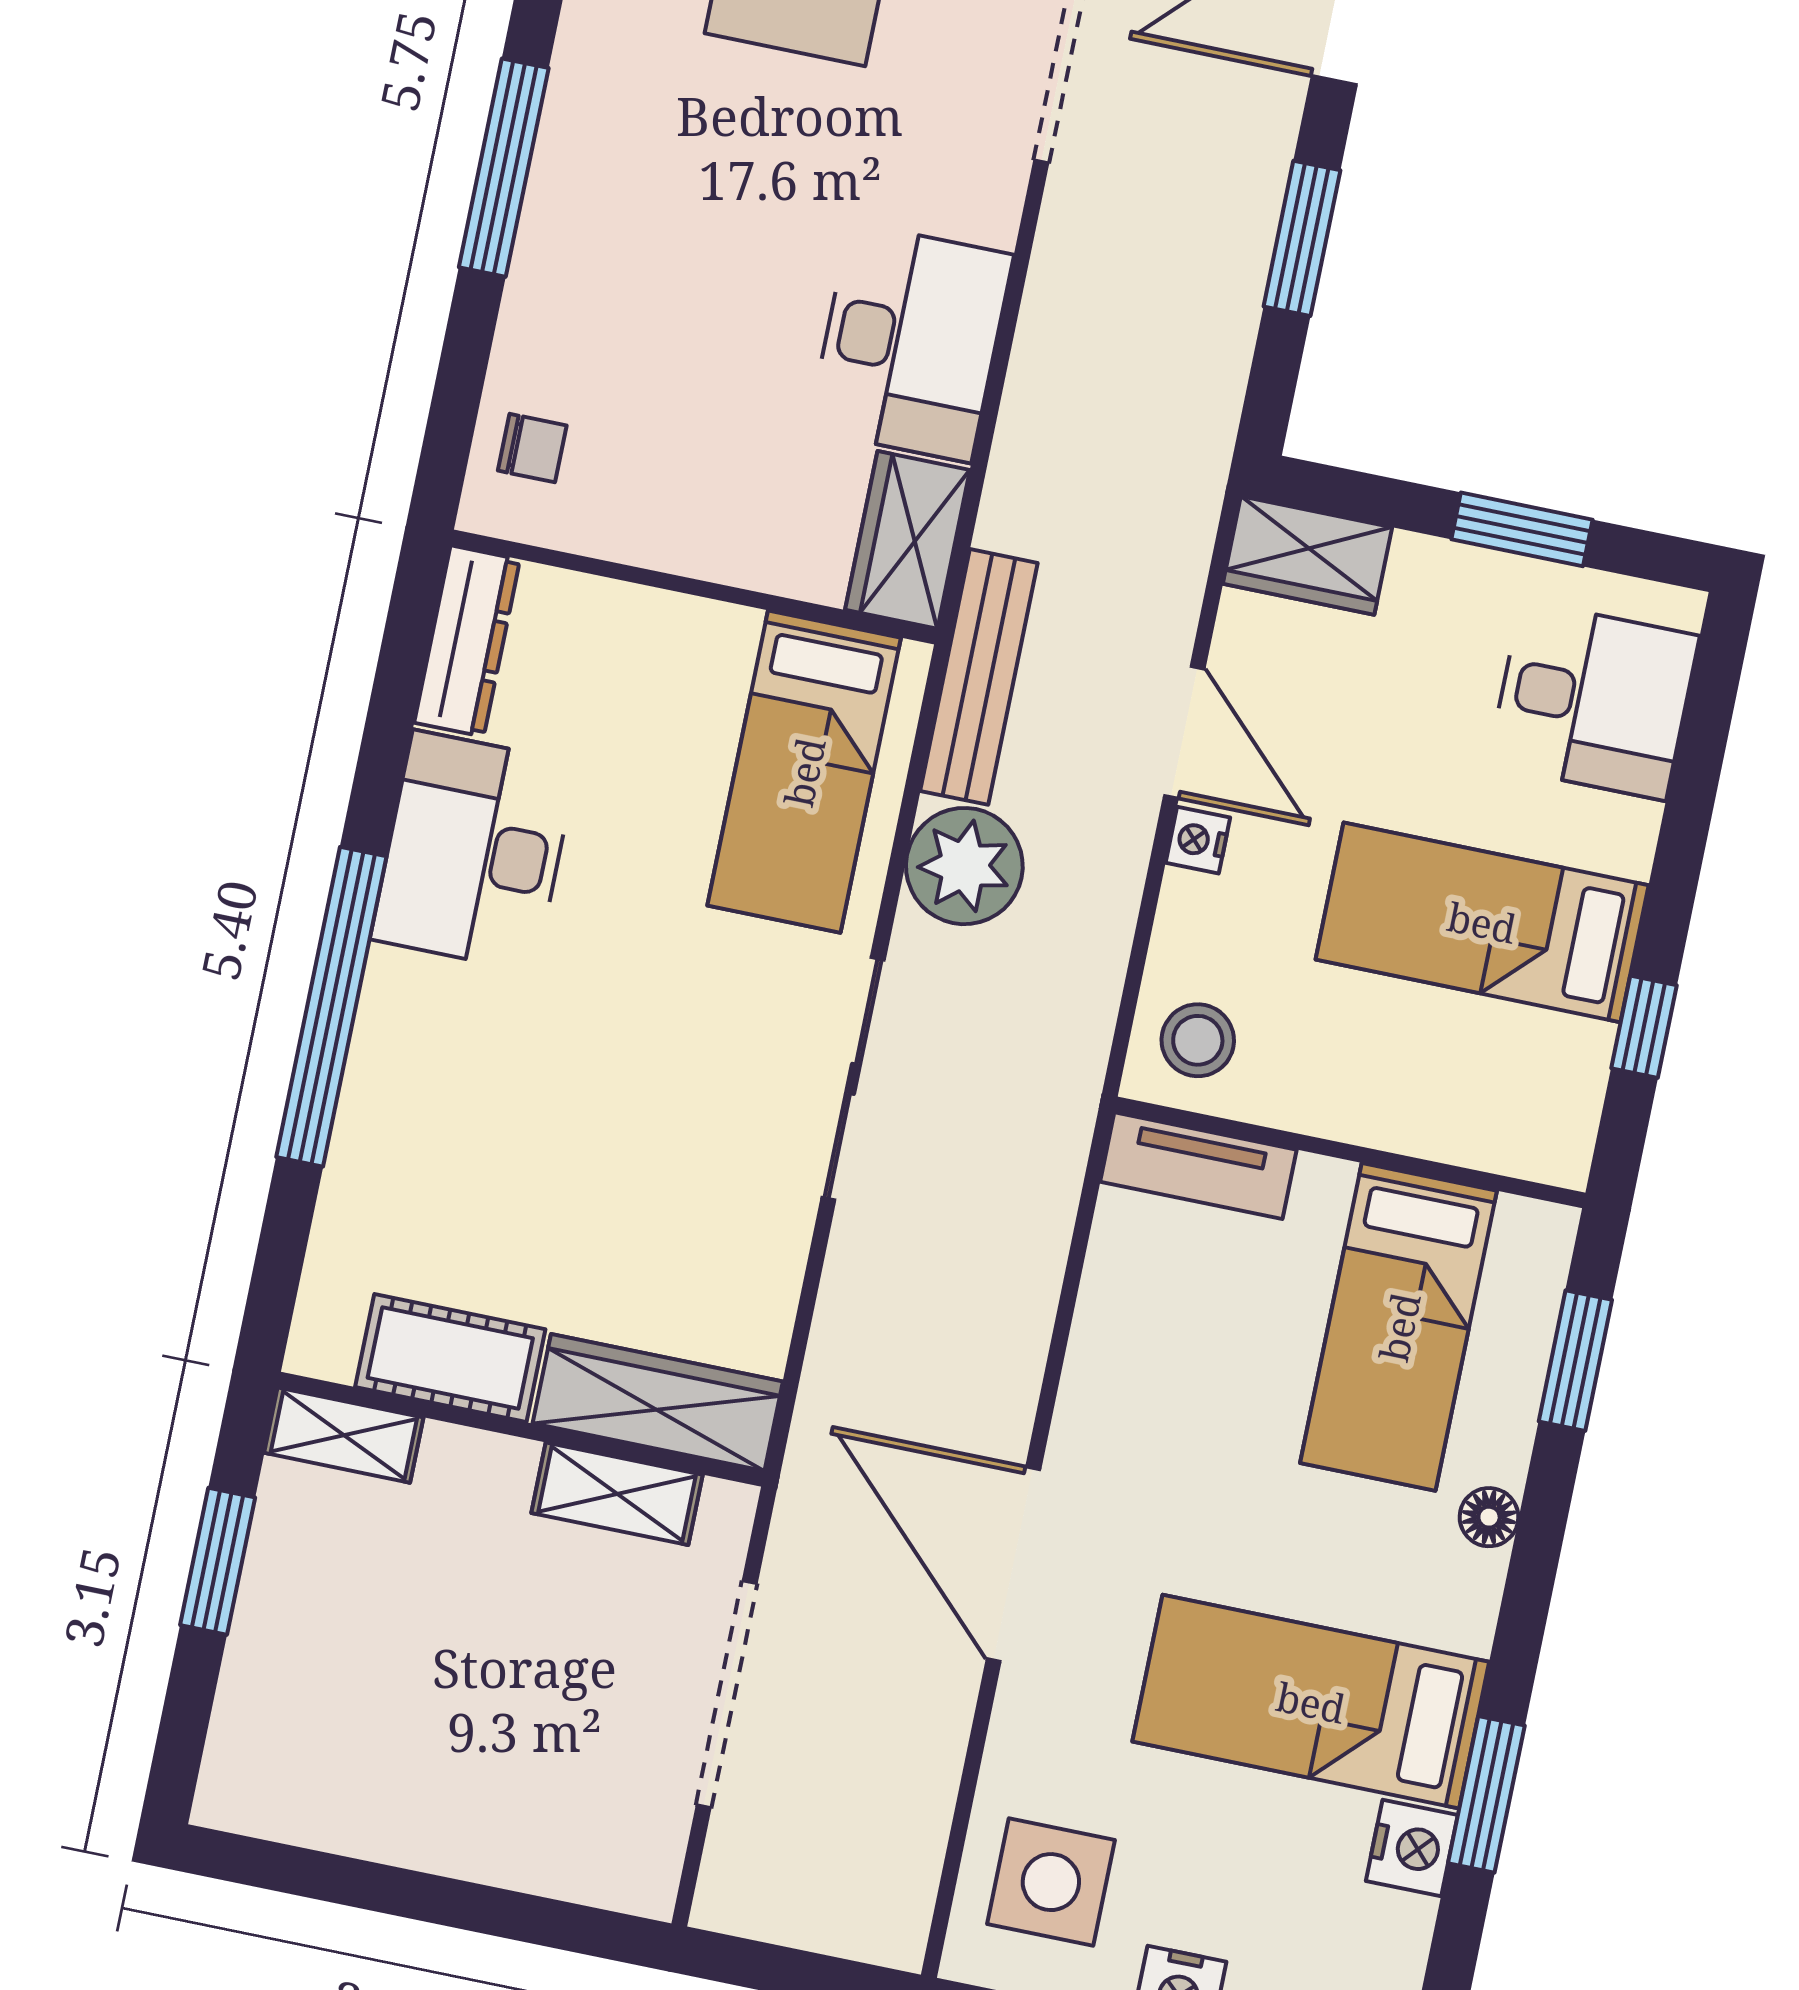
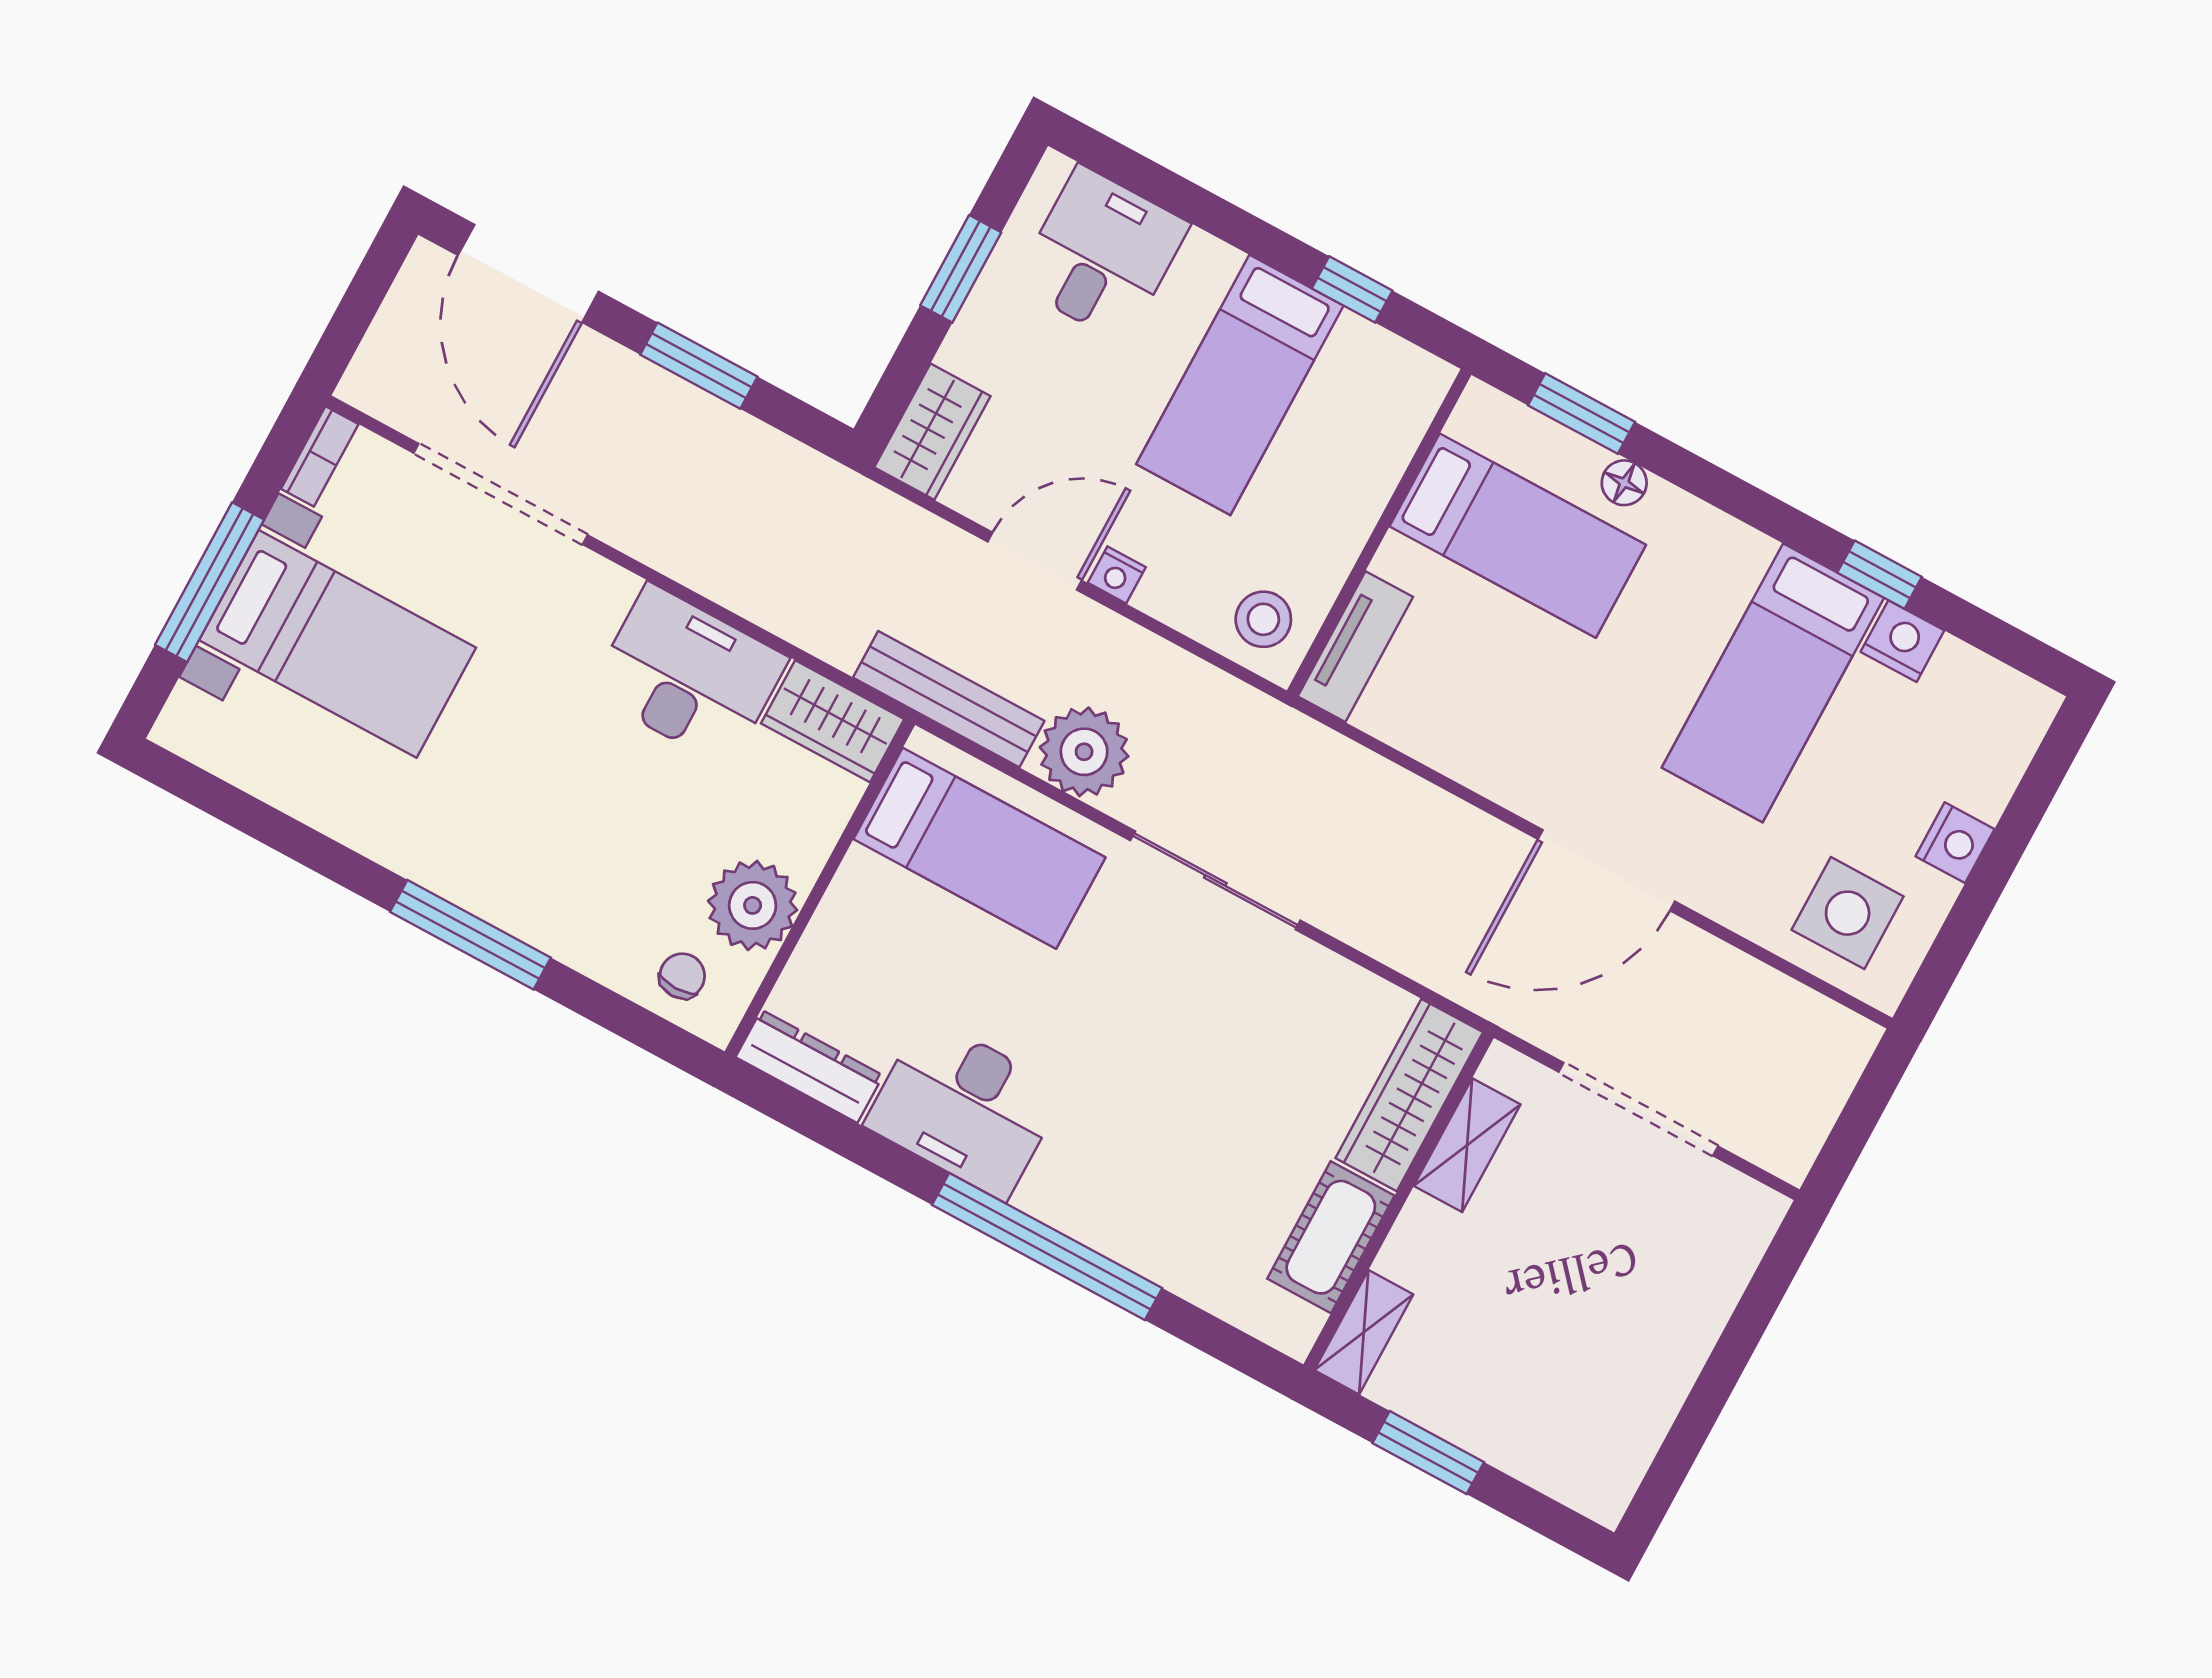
plant: (647, 509) -> (753, 905), added
floor lamp: (1489, 1517) -> (1624, 483), moved
window: (1486, 1794) -> (1880, 575), width x0.67

